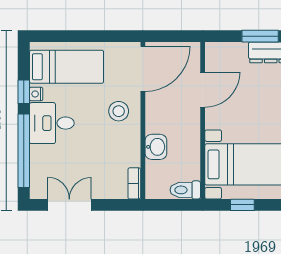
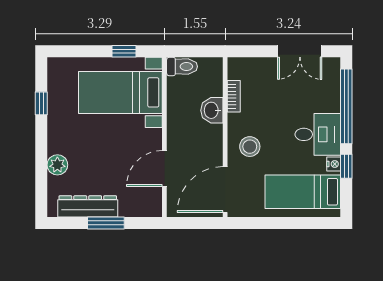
bookcase: (134, 183) -> (234, 96), moved

